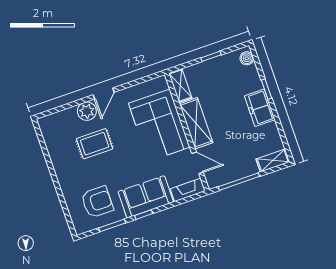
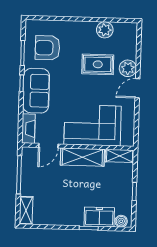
door: (104, 93) -> (137, 88), hinge flipped
freezer: (260, 108) -> (99, 217), moved
rug: (95, 144) -> (98, 64), turned 90
plant: (56, 150) -> (105, 30), added
armchair: (97, 202) -> (47, 48), turned 90

